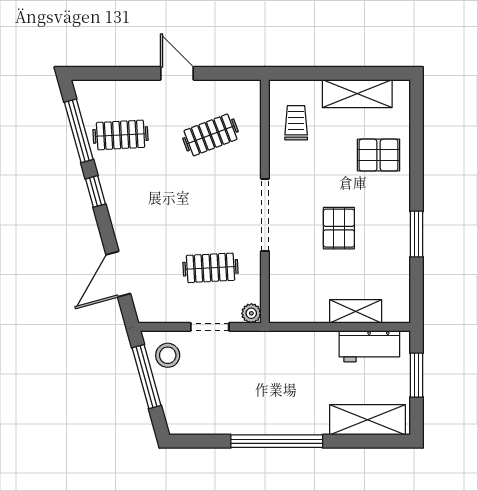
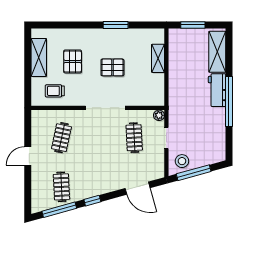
clothes rail: (210, 135) -> (61, 138), turned 33
pallet: (379, 155) -> (73, 61), moved
workbench: (369, 346) -> (217, 90), moved, turned 180

